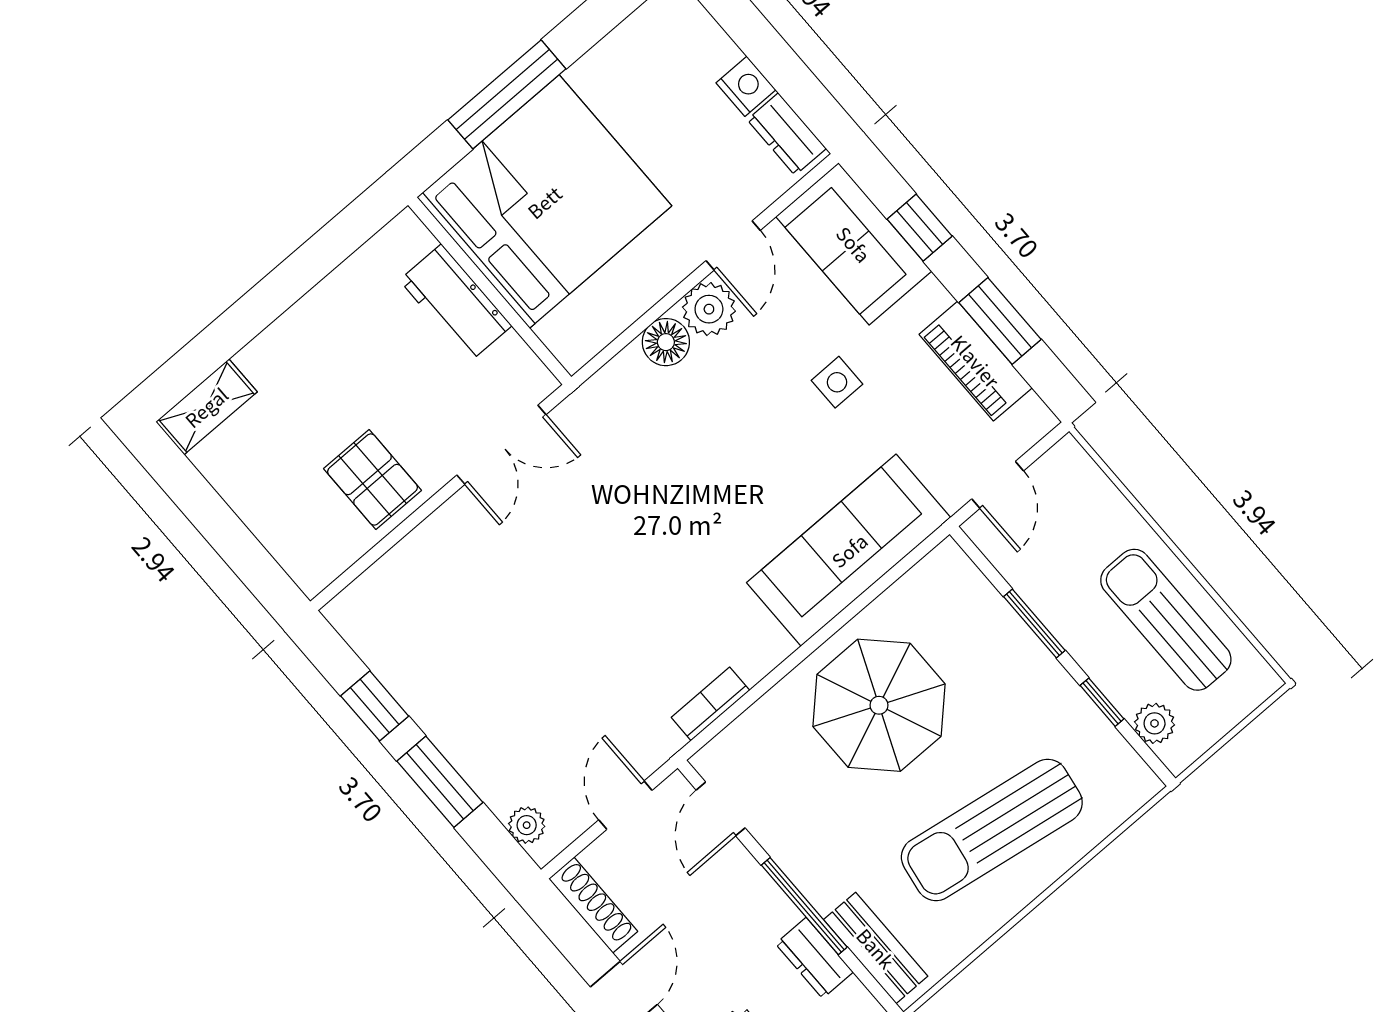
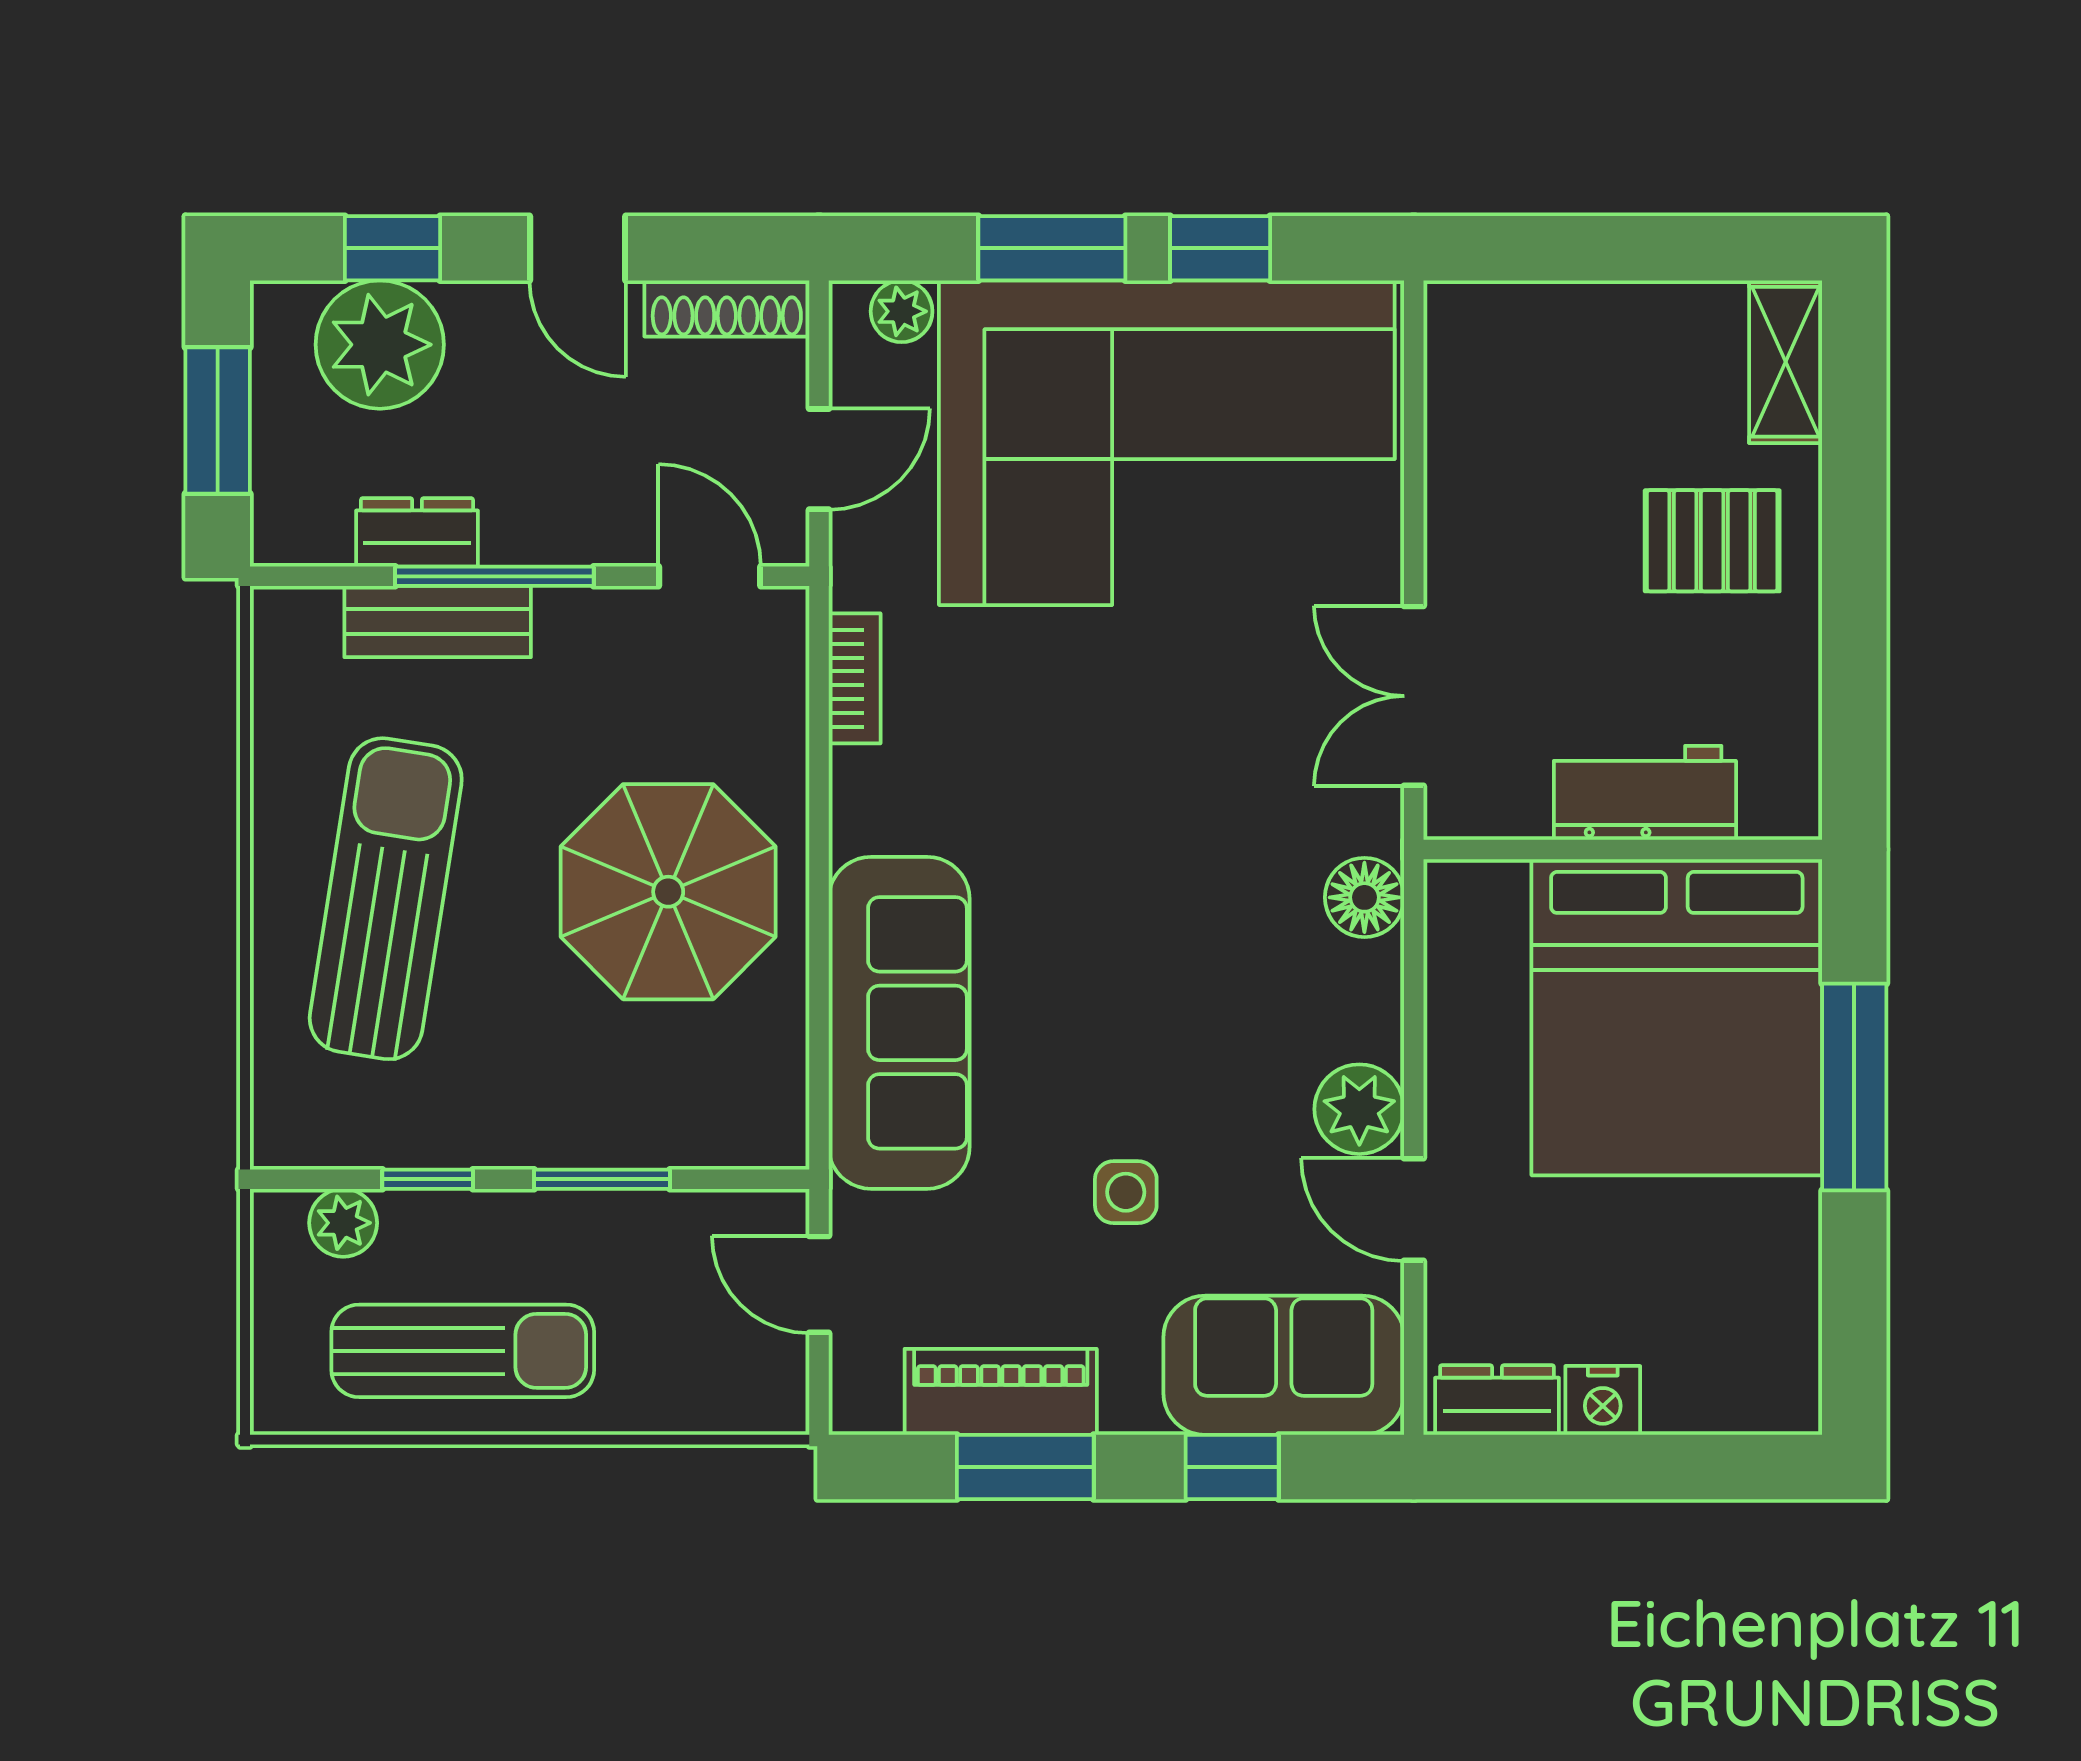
floor lamp: (666, 342) -> (1364, 897), moved
pallet: (373, 480) -> (1712, 541), moved
corner sofa: (483, 654) -> (1167, 443), added
door: (625, 805) -> (819, 459), hinge flipped
bench: (876, 948) -> (438, 622), moved

